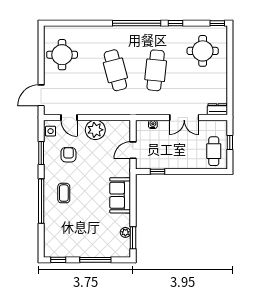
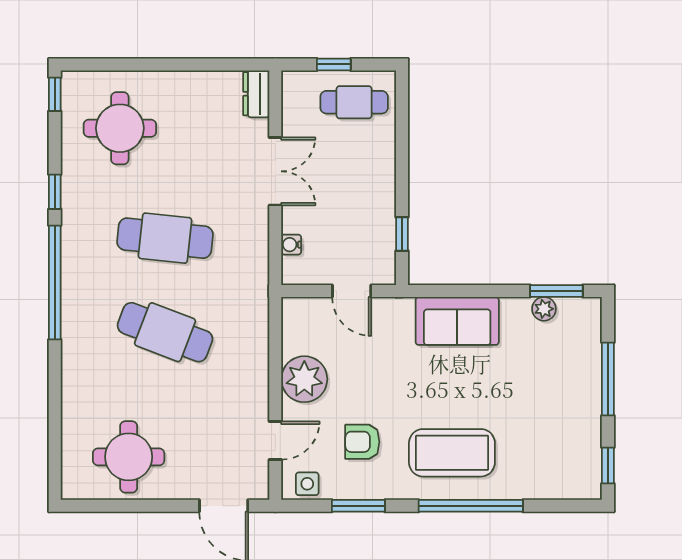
cafe table: (115, 70) -> (165, 332), turned 36
coffee table: (64, 193) -> (452, 453), width x1.86, depth x1.72

